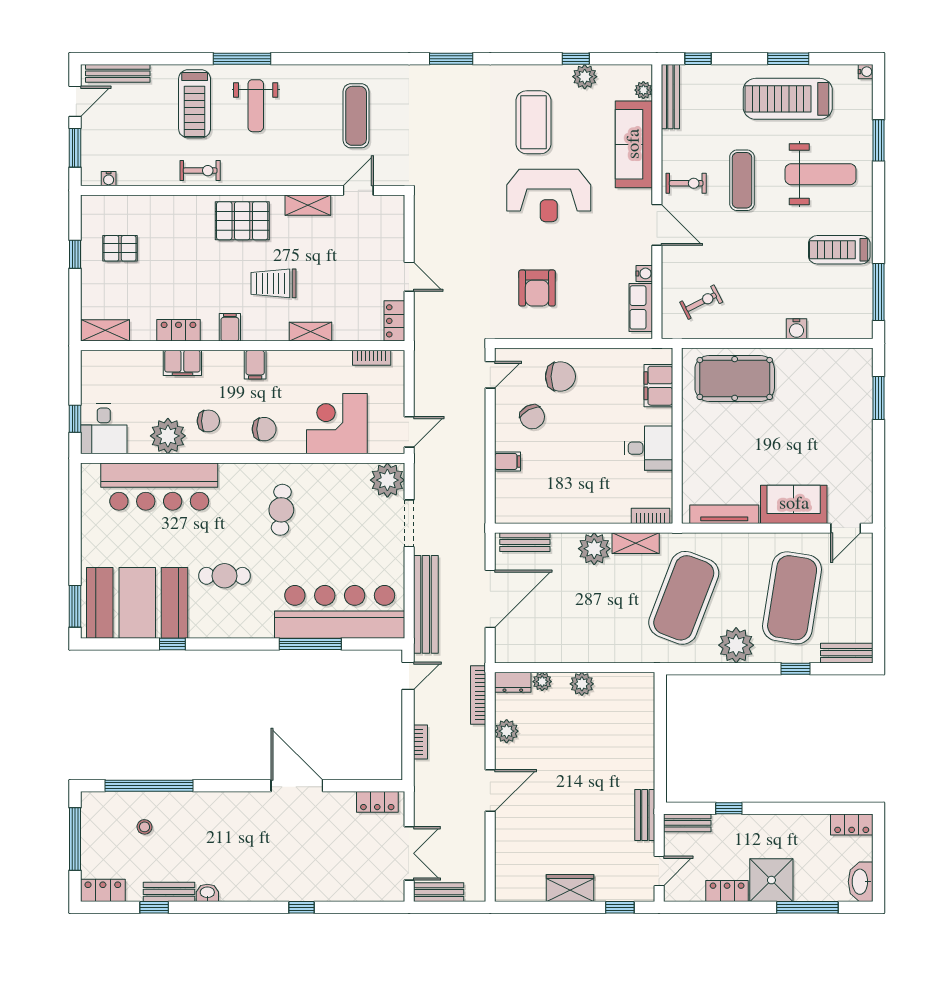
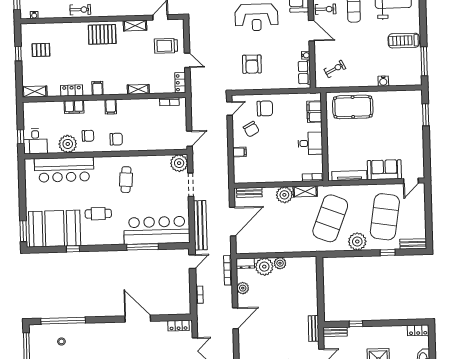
trolley: (274, 283) -> (166, 46), moved
corner desk: (337, 424) -> (153, 135), removed
plant: (542, 682) -> (264, 267), width x1.87, depth x1.87

